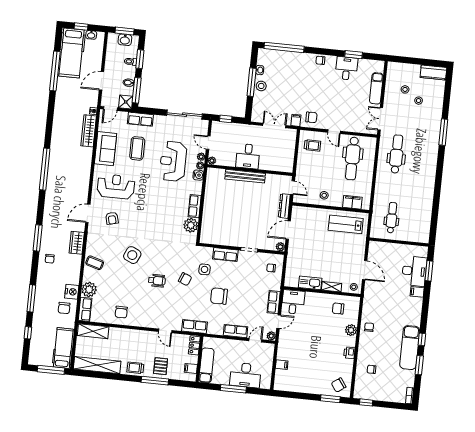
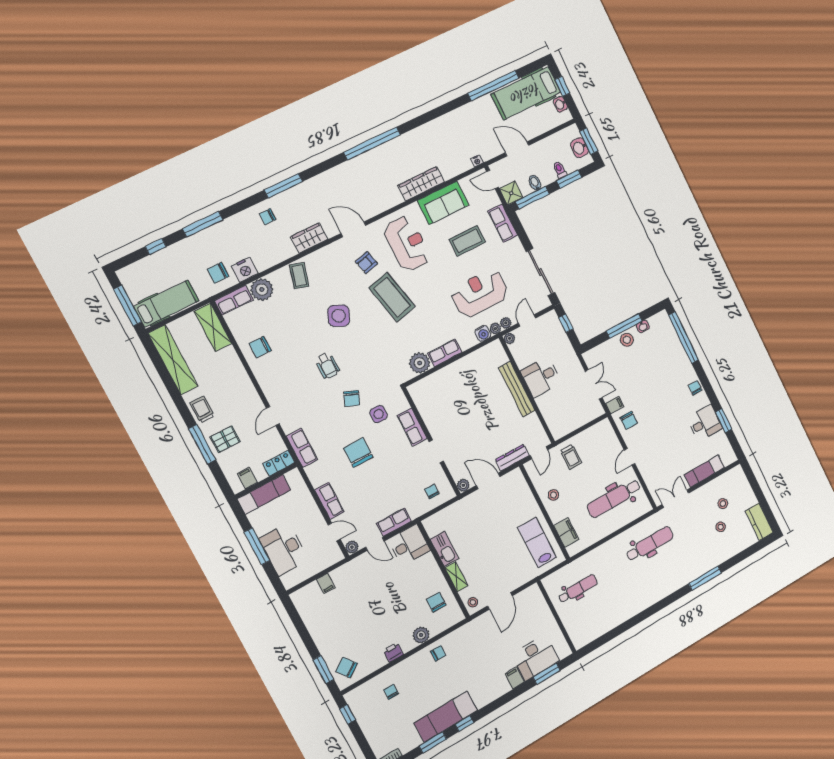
wardrobe: (89, 131) -> (421, 184), moved
trolley: (312, 145) -> (571, 457), moved
coffee table: (142, 216) -> (392, 297), added

